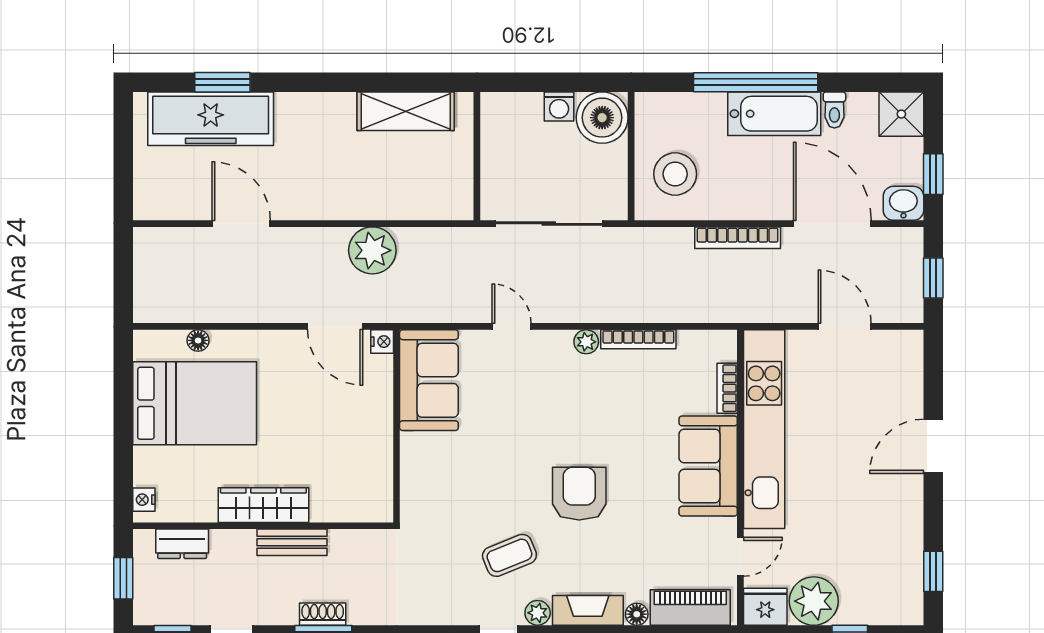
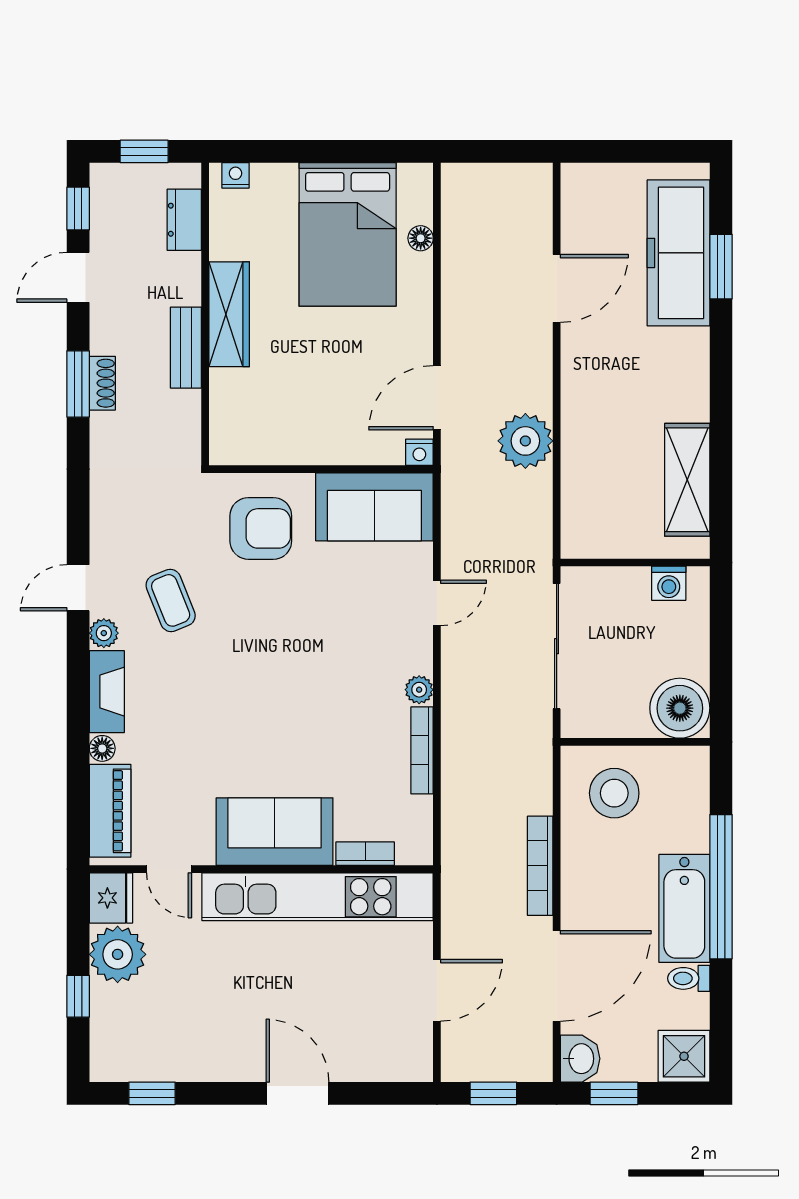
washing machine: (559, 106) -> (669, 583), moved, turned -90
armchair: (579, 494) -> (261, 528), moved

